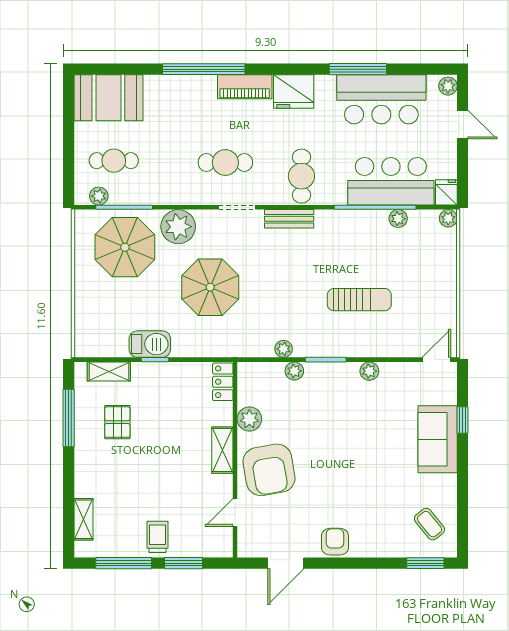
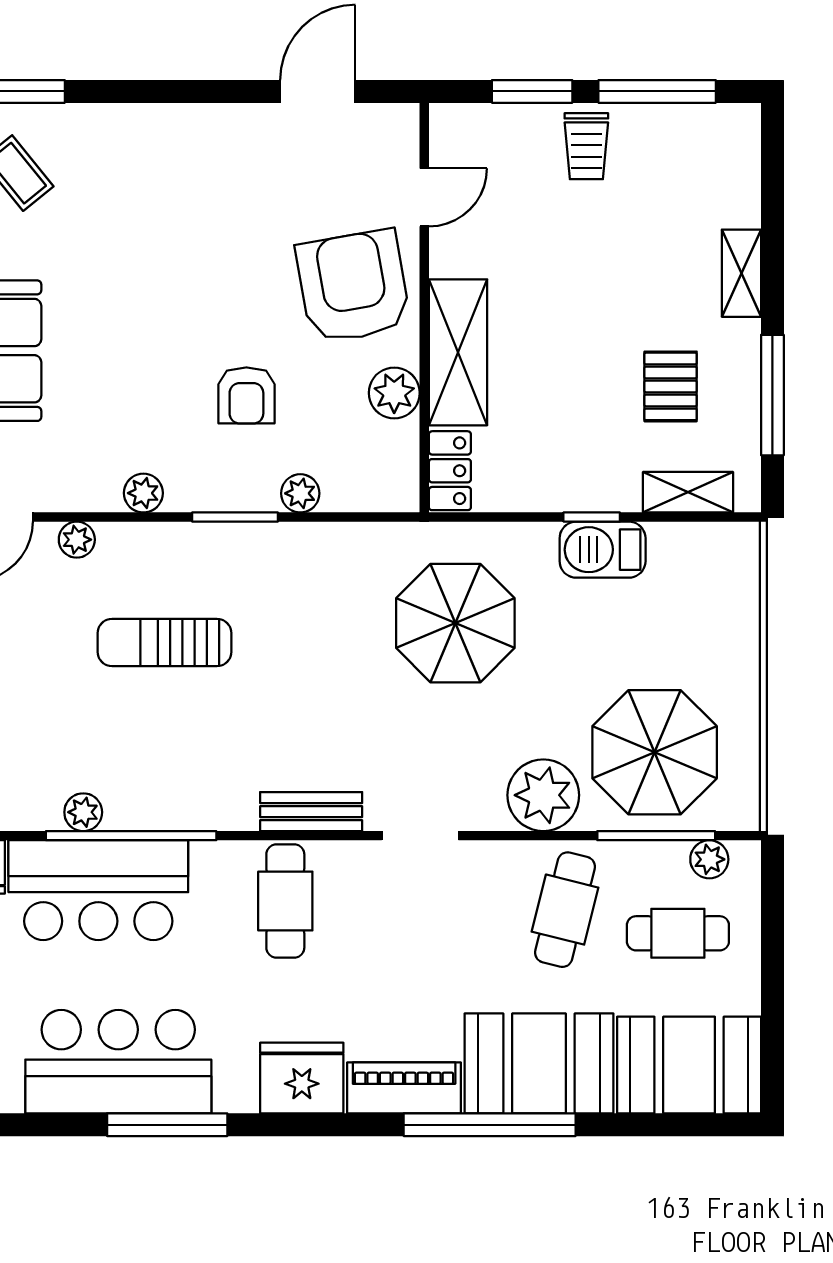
booth: (180, 98) -> (539, 1063), added
cafe table: (225, 163) -> (565, 910), moved, turned -76
parasol: (210, 287) -> (455, 623), moved
plant: (284, 349) -> (77, 540), moved
shelving: (222, 450) -> (458, 352), width x1.50, depth x1.33
shelving: (83, 519) -> (741, 273), moved
armchair: (335, 542) -> (246, 395), moved

